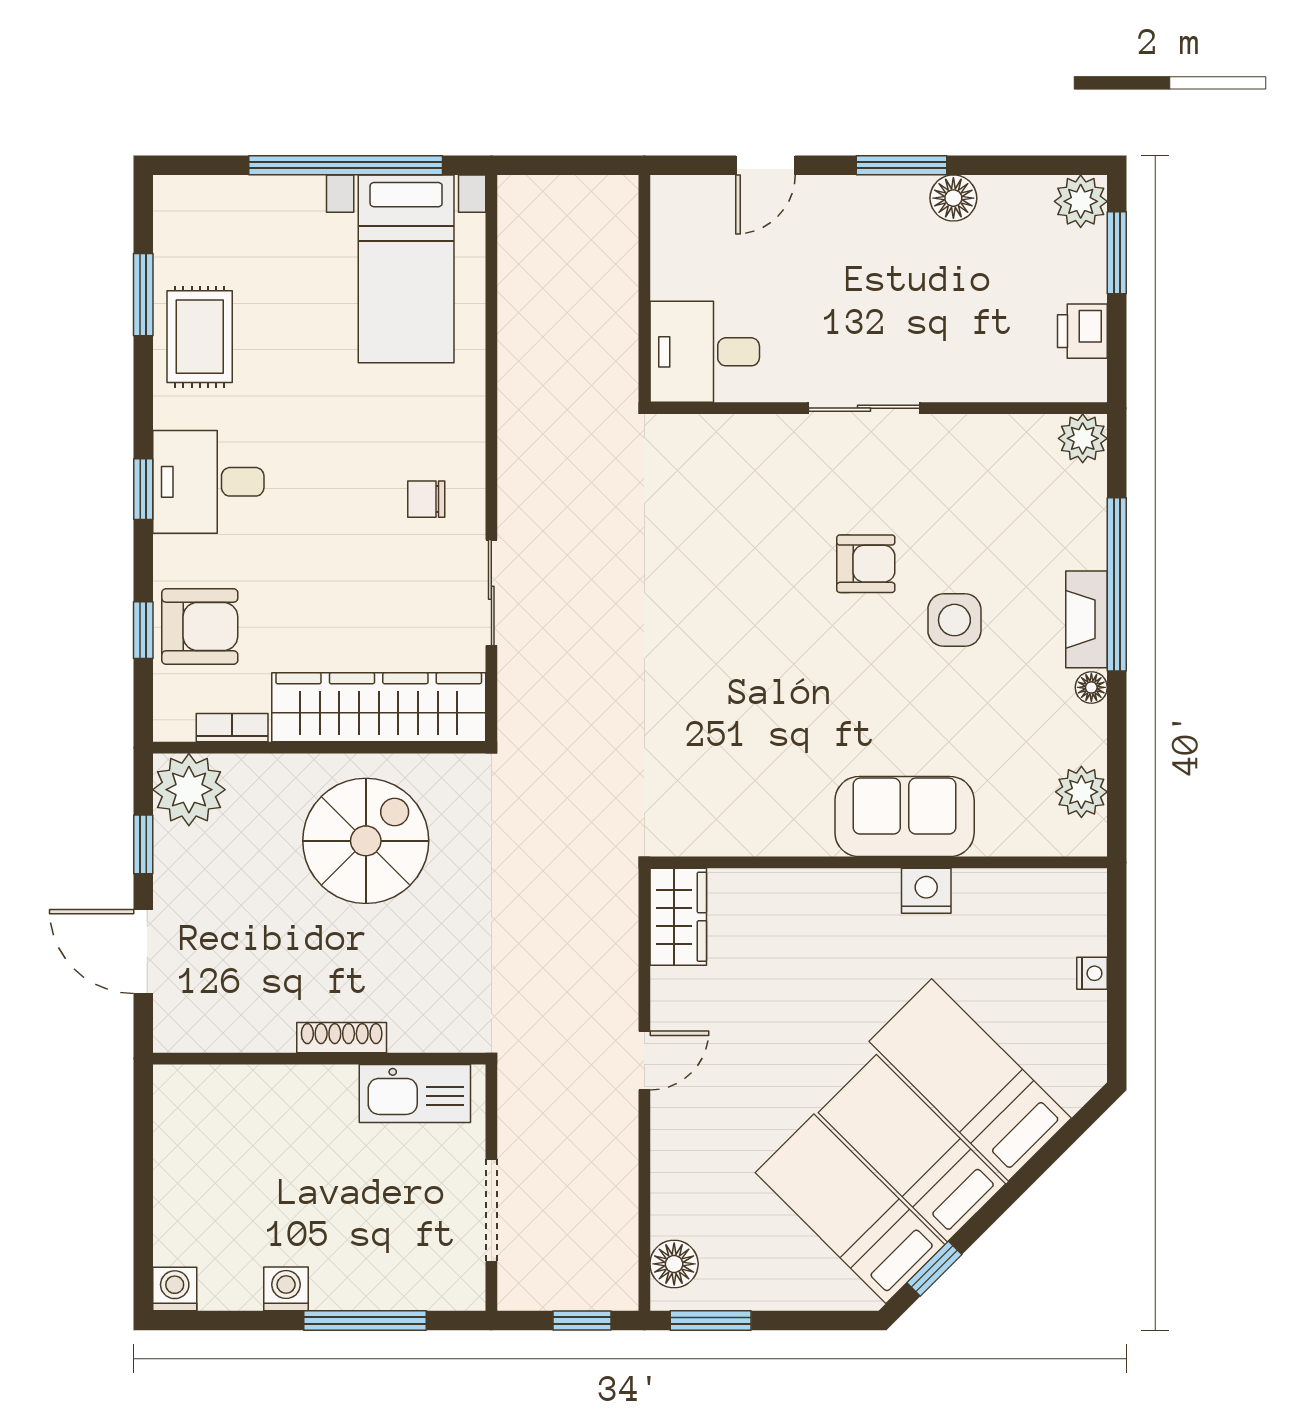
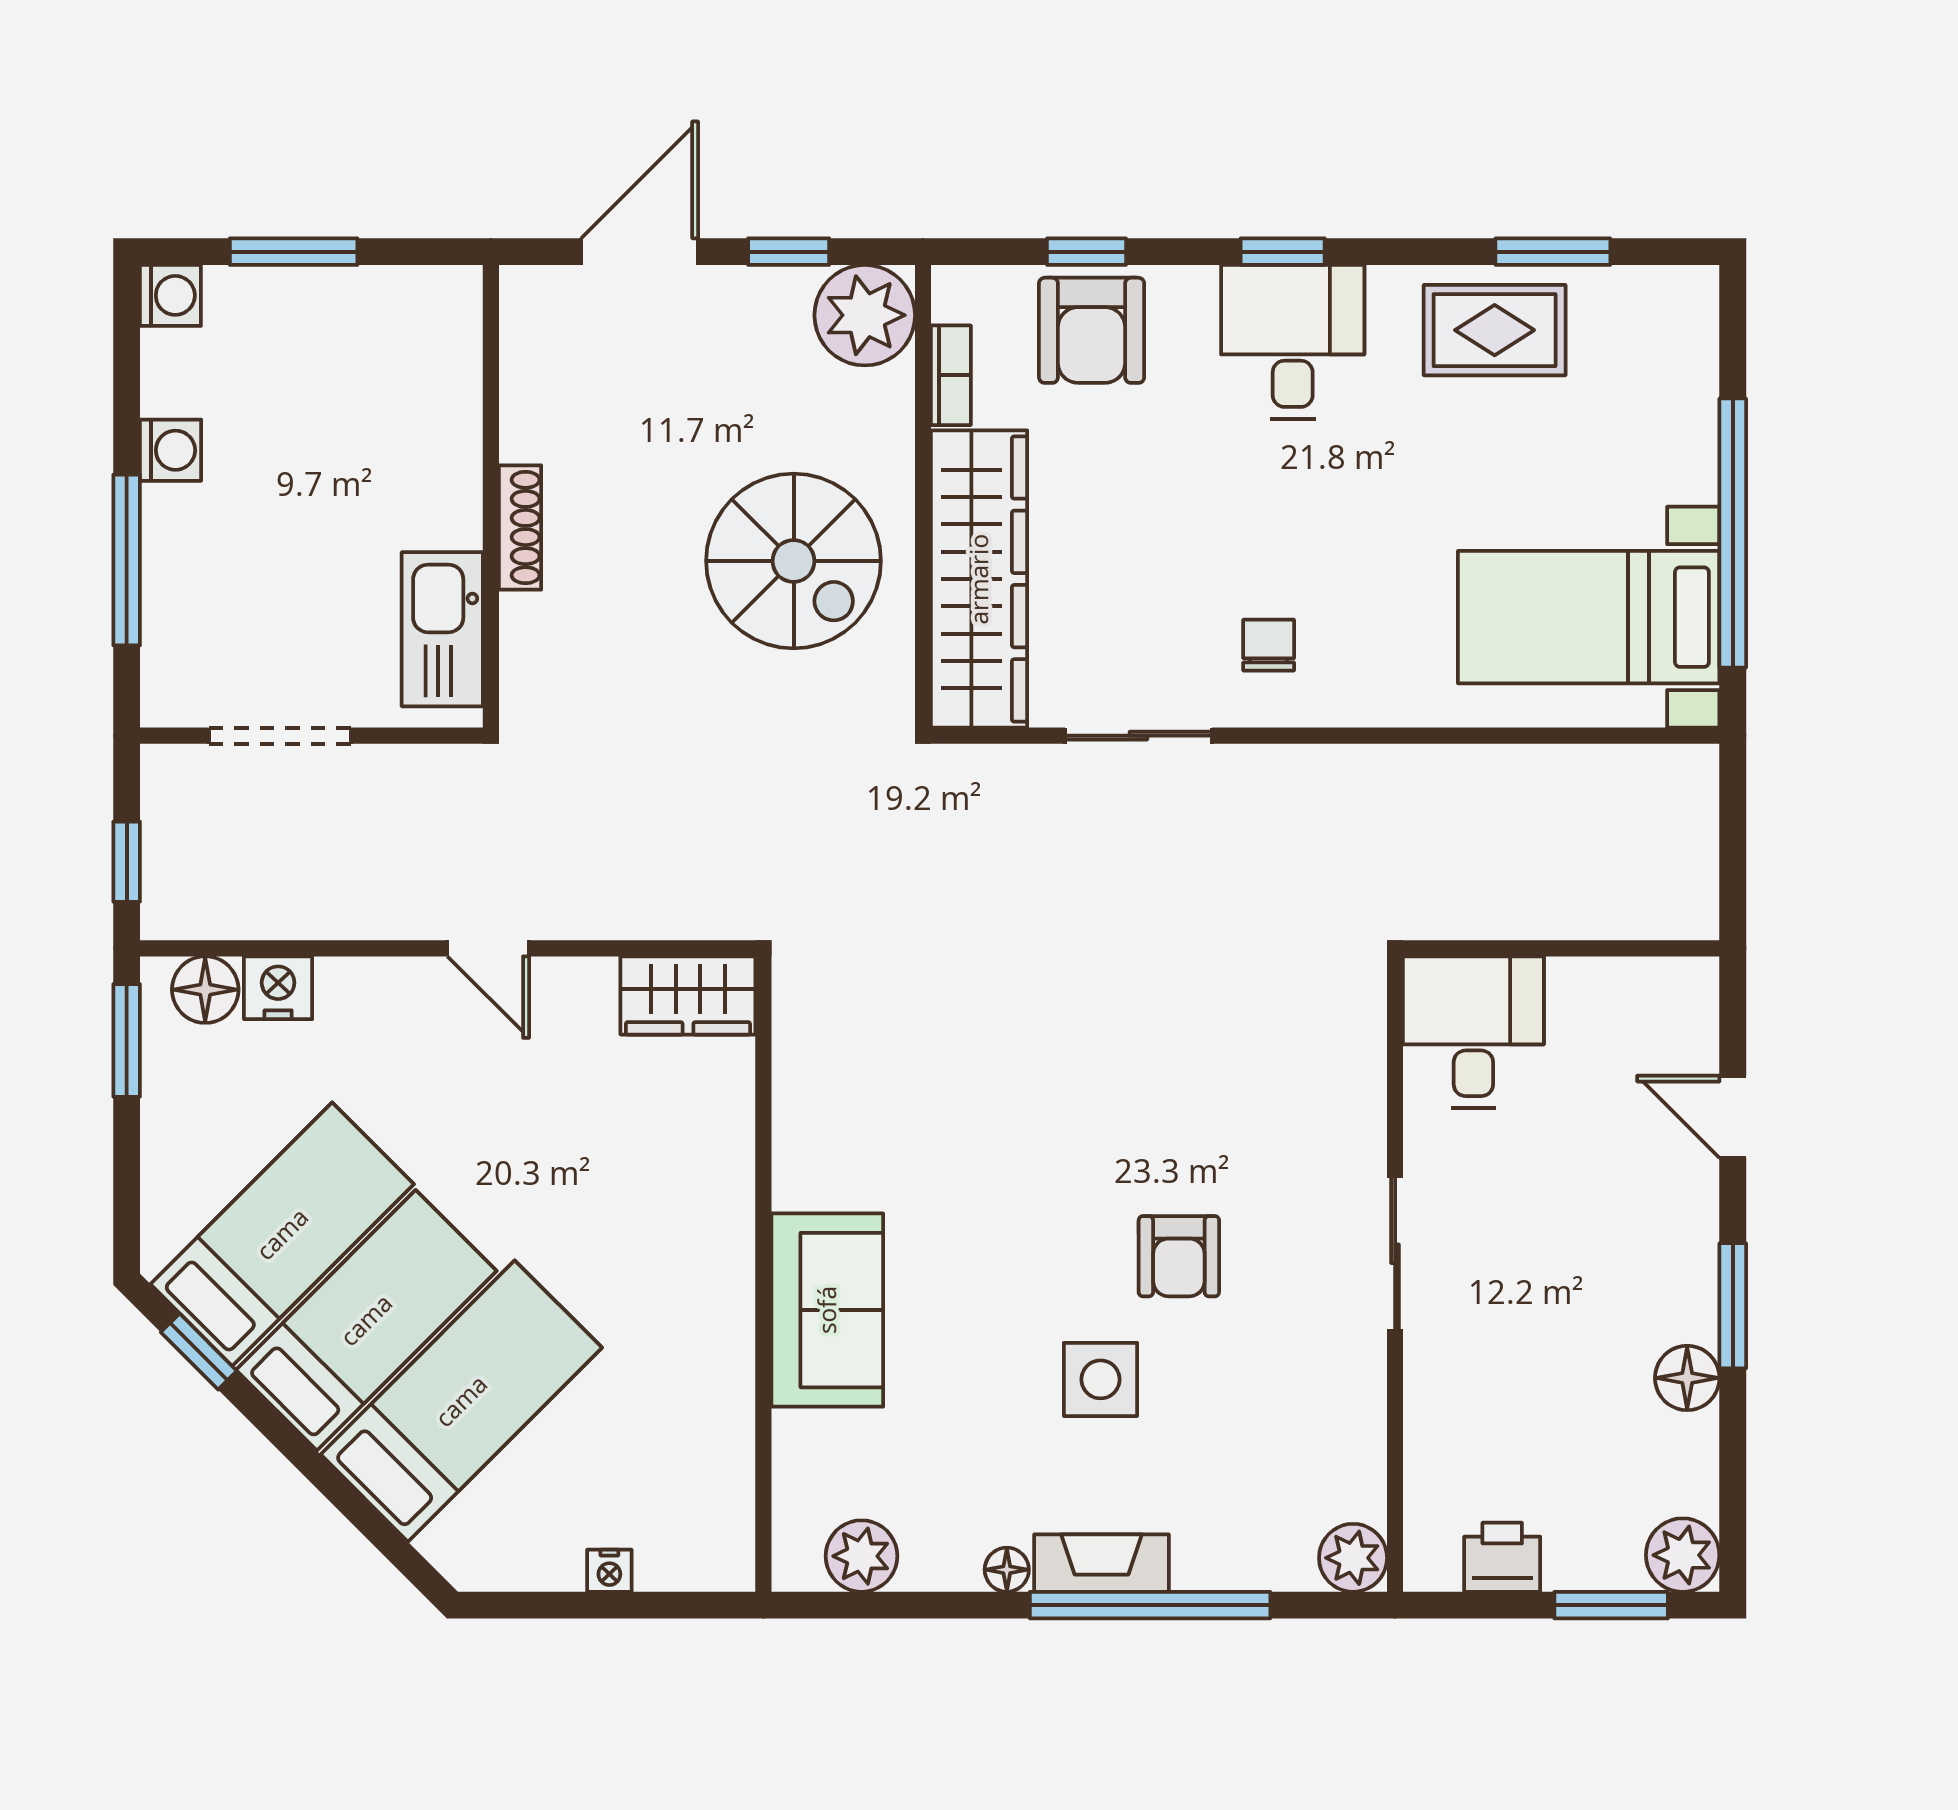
nightstand: (926, 891) -> (278, 988), moved, turned -90
window: (143, 1200) -> (294, 252), added

